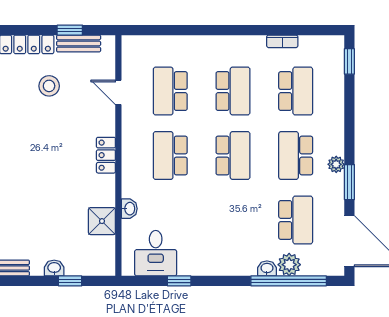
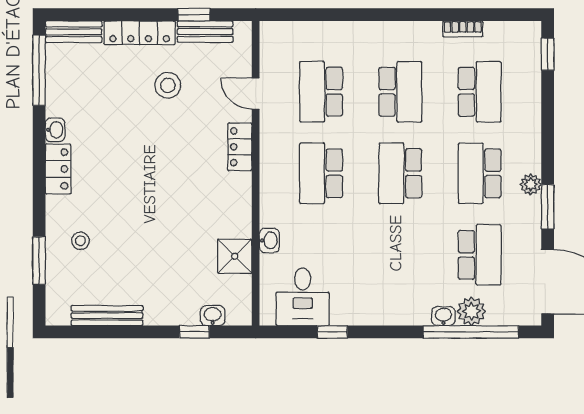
locker: (106, 155) -> (240, 147), moved
school desk: (233, 156) -> (400, 173), turned 180
washbasin: (54, 268) -> (213, 316), moved

